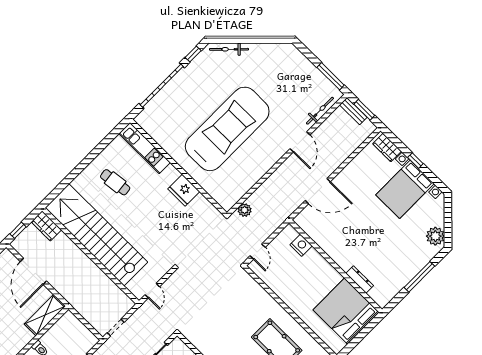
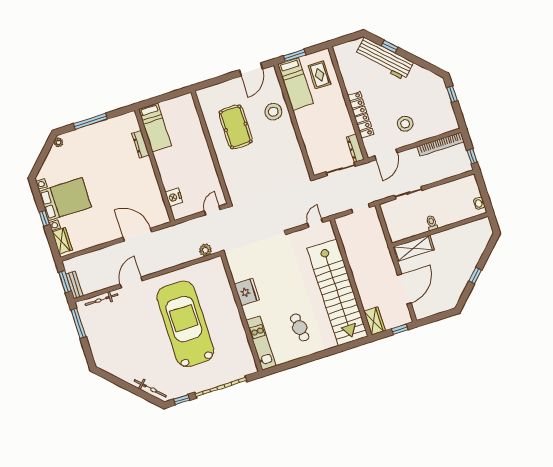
car: (227, 129) -> (185, 324), turned 90
plant: (435, 236) -> (58, 142), width x0.53, depth x0.53
bed: (346, 311) -> (155, 127), width x0.49

